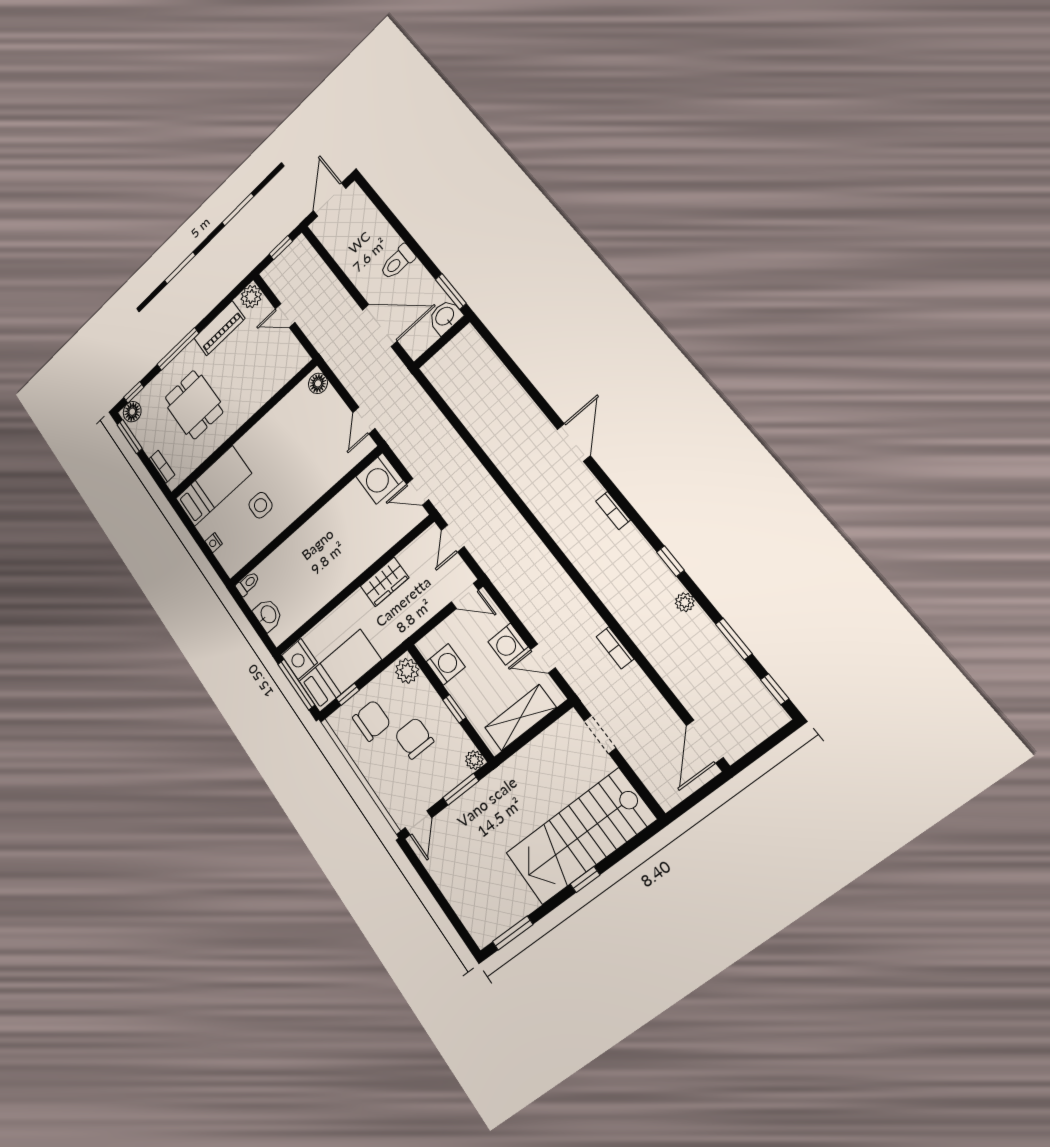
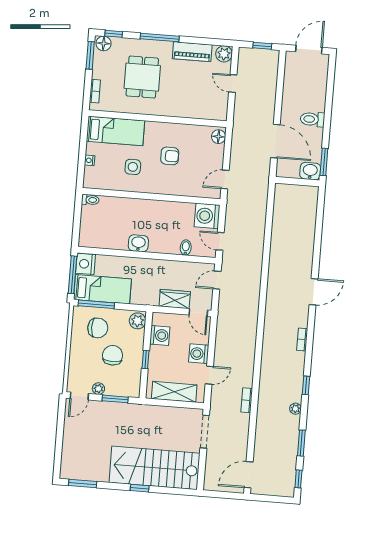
armchair: (287, 455) -> (170, 156), added
bidet: (387, 536) -> (186, 248), added
wardrobe: (385, 582) -> (175, 299), moved, turned 180
washbasin: (268, 615) -> (138, 243), moved, turned -90
door: (543, 659) -> (209, 375), swing flipped
window: (348, 694) -> (96, 304), width x2.17
doorway: (600, 734) -> (205, 432), width x1.38
plant: (474, 760) -> (98, 389), moved

